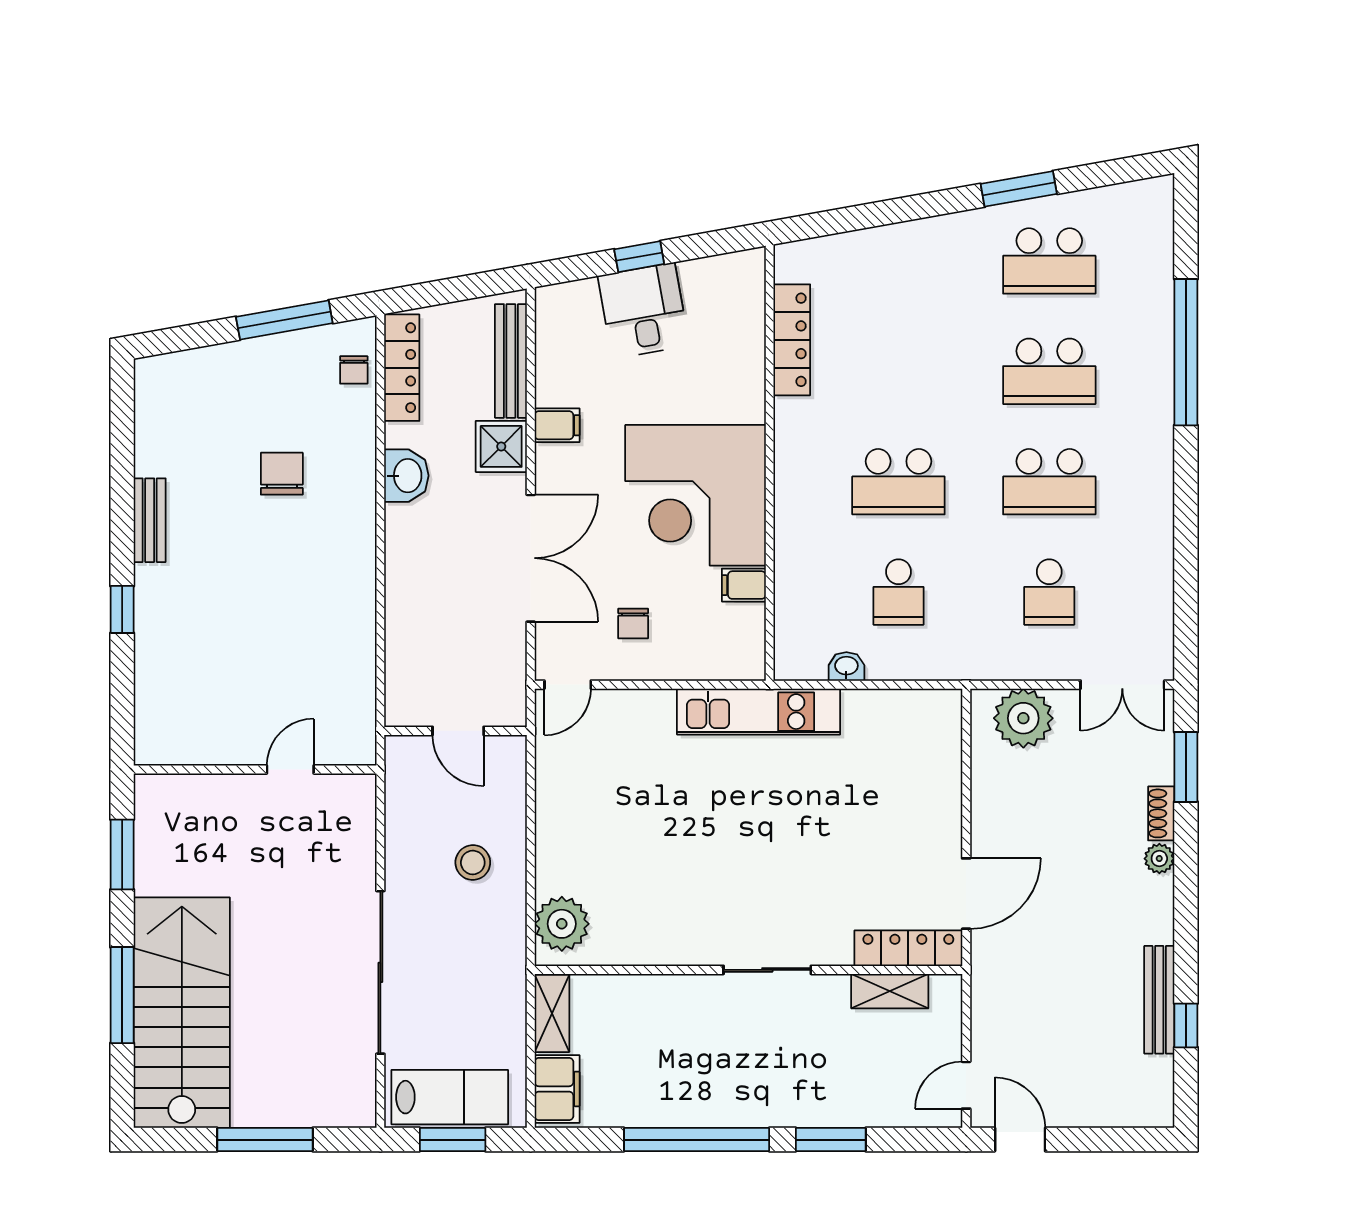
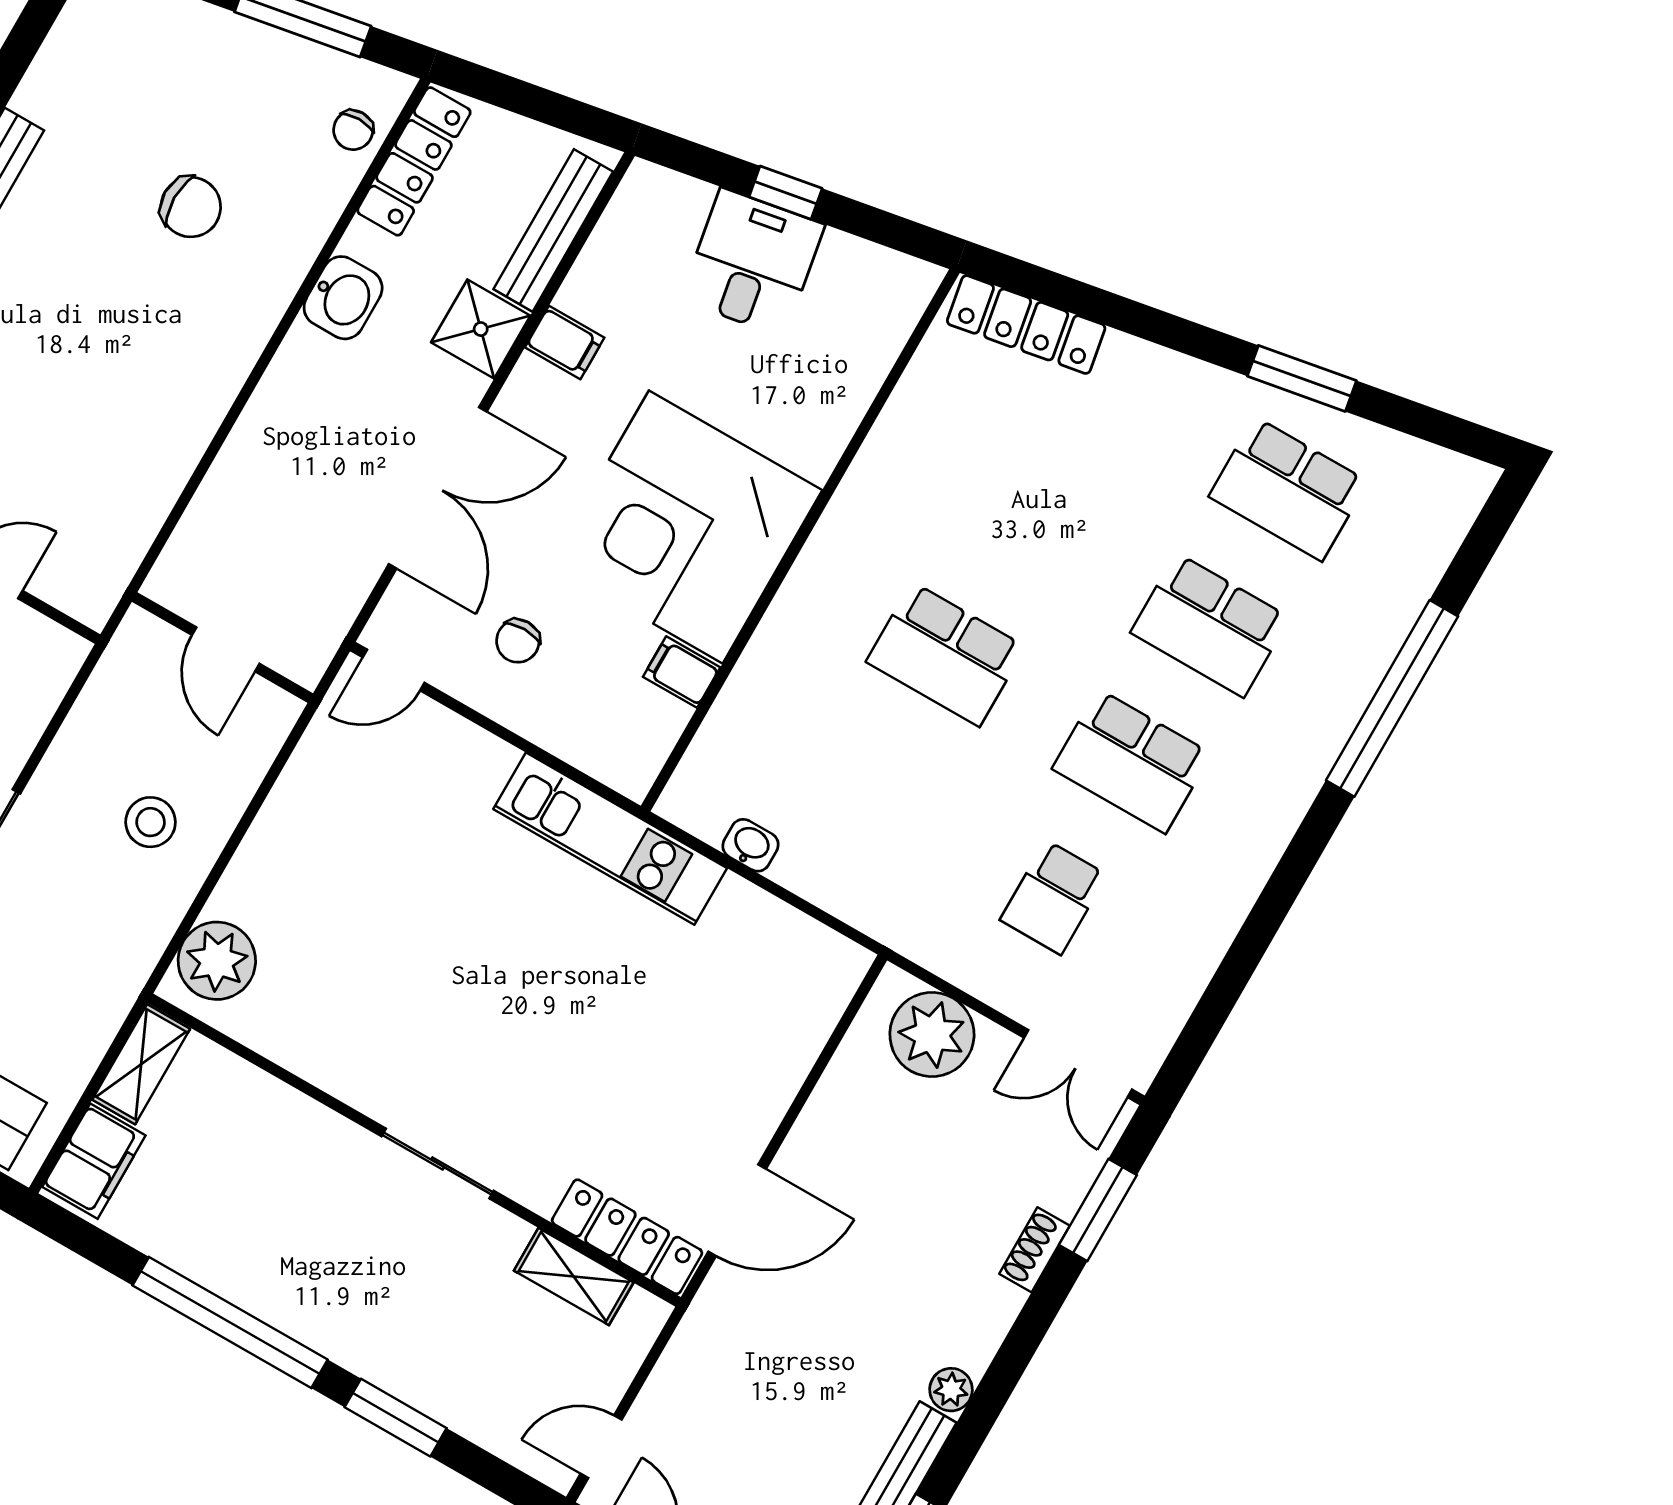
locker: (792, 340) -> (1026, 324), moved, turned 80
chair: (282, 474) -> (191, 207), turned 90
school desk: (898, 592) -> (867, 790), removed
plant: (1159, 859) -> (951, 1390), moved

